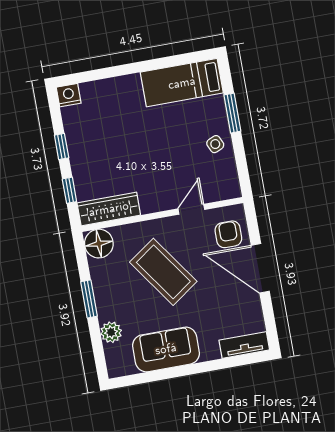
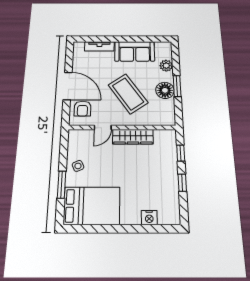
bed: (182, 83) -> (92, 206), width x1.50
nightstand: (69, 95) -> (149, 218), moved
wardrobe: (109, 209) -> (133, 137), moved
floor lamp: (99, 244) -> (165, 90), moved
tv unit: (244, 345) -> (99, 46), moved

